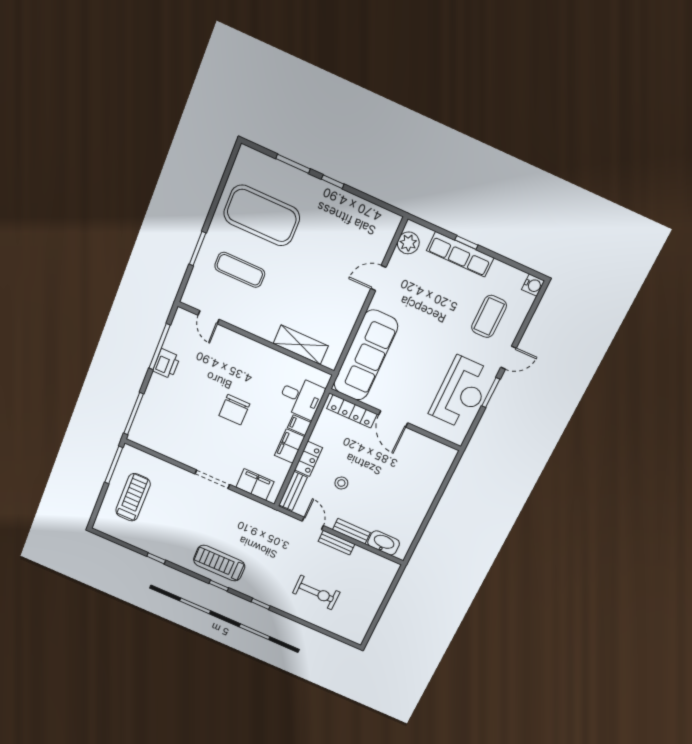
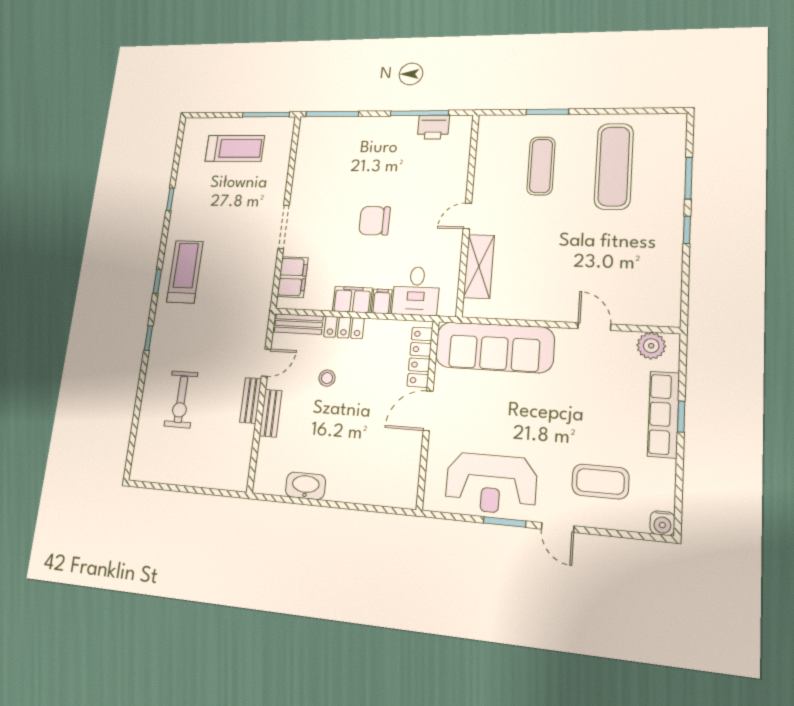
exercise mat: (262, 215) -> (614, 166), width x0.68
door: (209, 317) -> (467, 216), moved
printer: (166, 364) -> (433, 127), moved
washbasin: (384, 543) -> (306, 486), moved, turned -90

